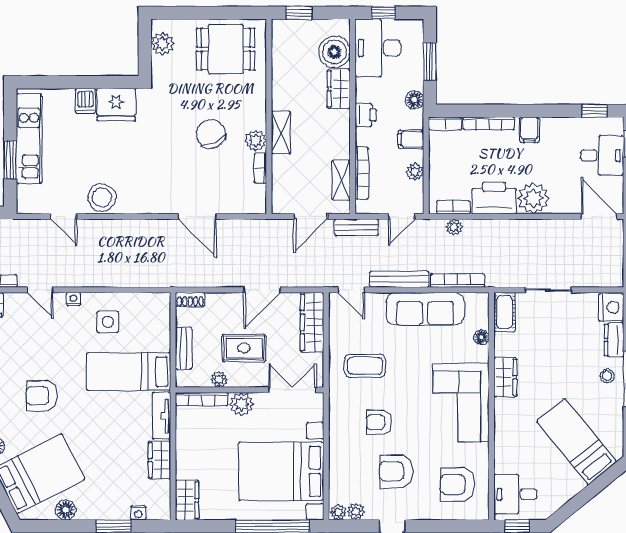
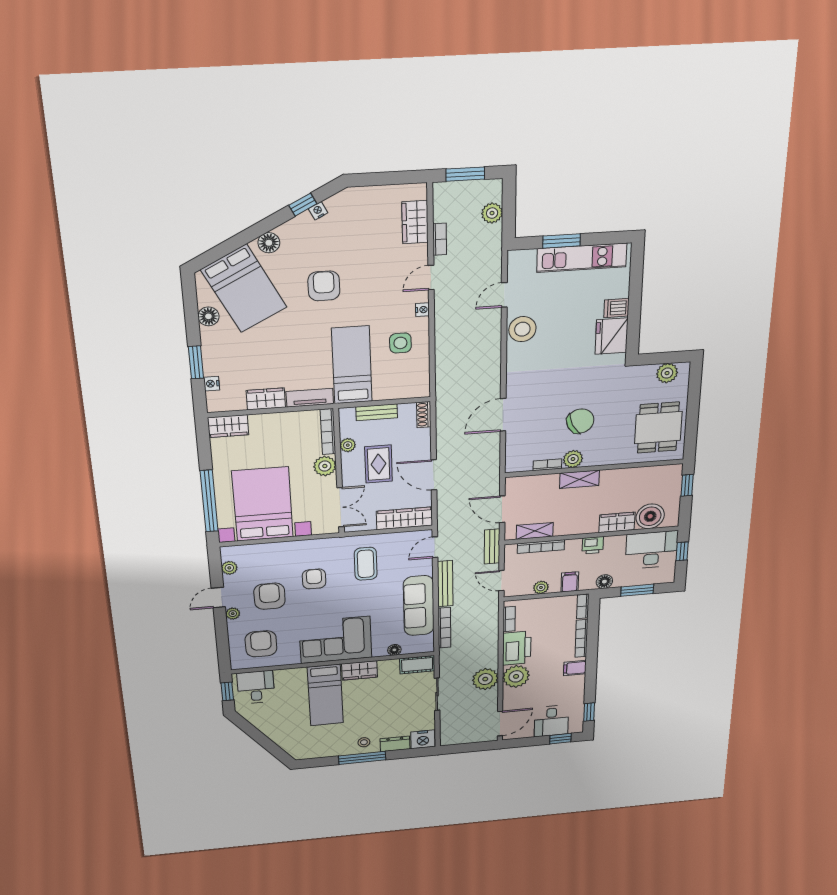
plant: (454, 227) -> (485, 679), moved, width x1.88, depth x1.88
bed: (576, 442) -> (325, 695), moved, turned 129
plant: (338, 512) -> (233, 614), moved

